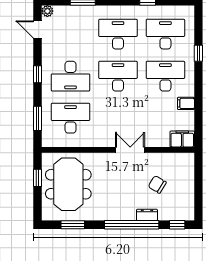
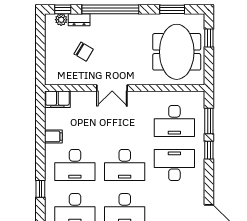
window: (38, 74) -> (209, 150), moved
window: (38, 178) -> (209, 38), moved
dresser: (147, 215) -> (79, 20), moved
plant: (179, 215) -> (61, 20), added

